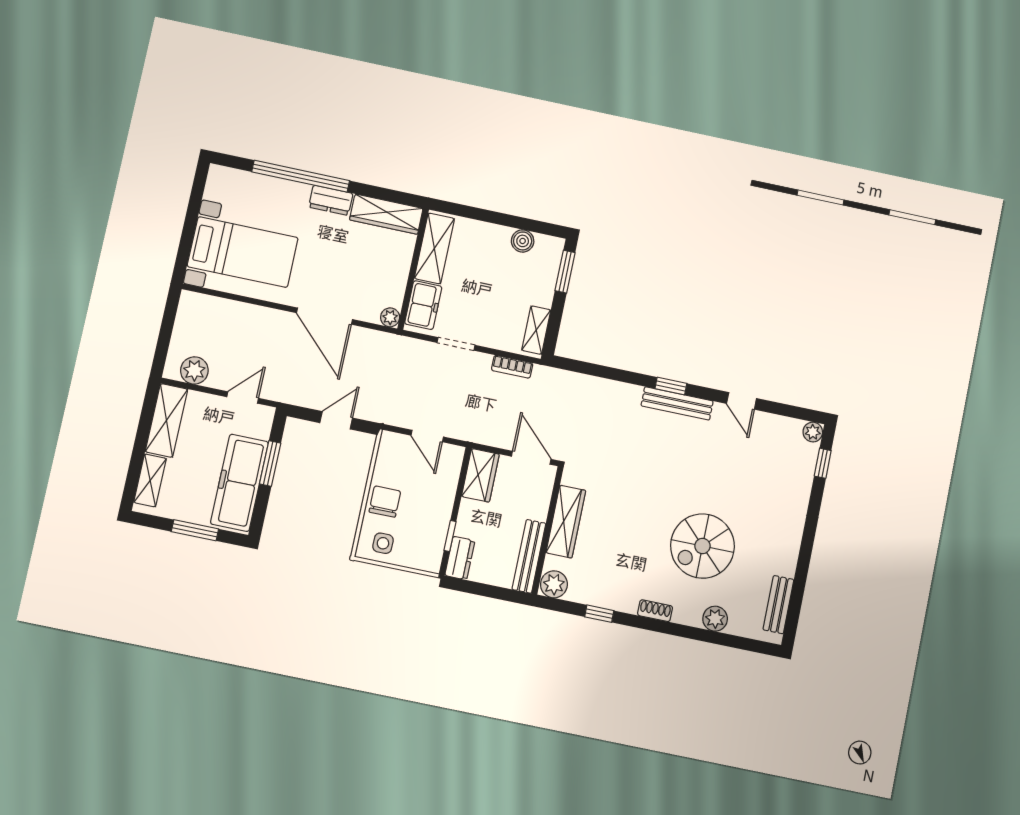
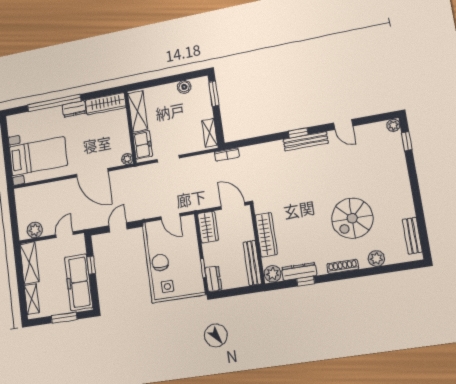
bookcase: (512, 367) -> (227, 155), moved
window: (270, 463) -> (91, 265), width x0.67
dresser: (595, 596) -> (299, 271), added
shoe rack: (655, 611) -> (343, 266), width x1.43

